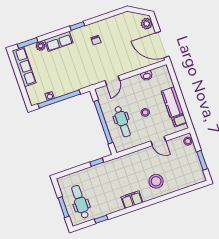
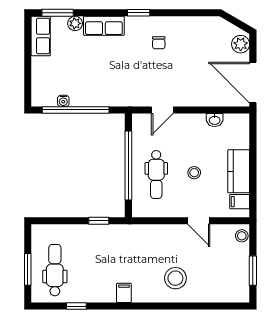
row of seats: (24, 67) -> (41, 36), width x0.68
filing cabinet: (132, 200) -> (124, 293), width x0.50

